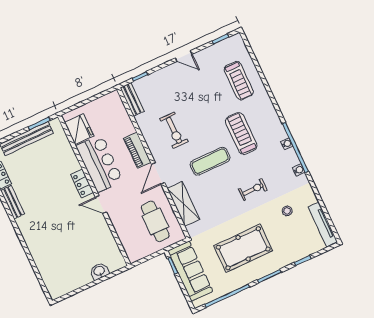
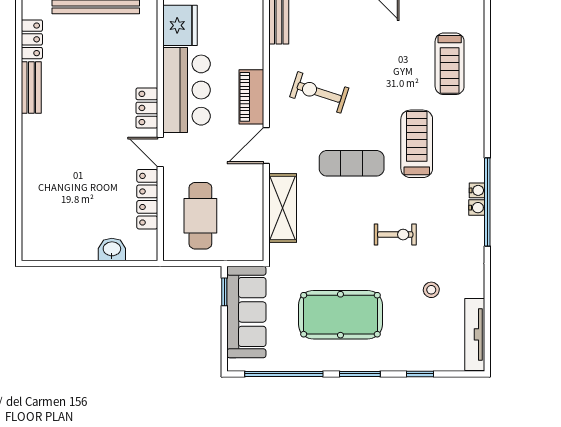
exercise bike: (174, 130) -> (319, 92), turned 108
water cooler: (299, 170) -> (477, 208), moved
cafe table: (155, 221) -> (200, 216), moved
locker: (106, 234) -> (147, 199), added

